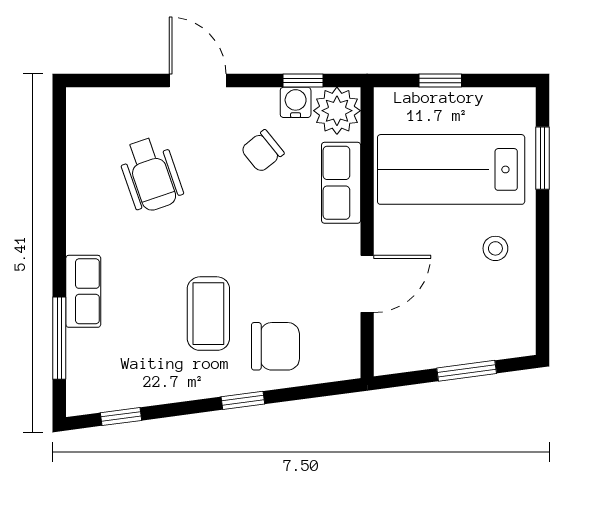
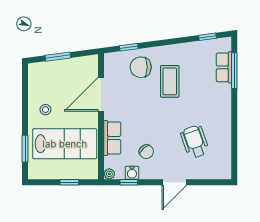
door: (198, 81) -> (174, 182), hinge flipped
plant: (337, 111) -> (109, 174), width x0.53, depth x0.53
chair: (262, 151) -> (146, 152), turned 89
door: (367, 284) -> (101, 94), width x1.36
row of seats: (83, 291) -> (224, 67), moved
window: (243, 400) -> (129, 47), moved

